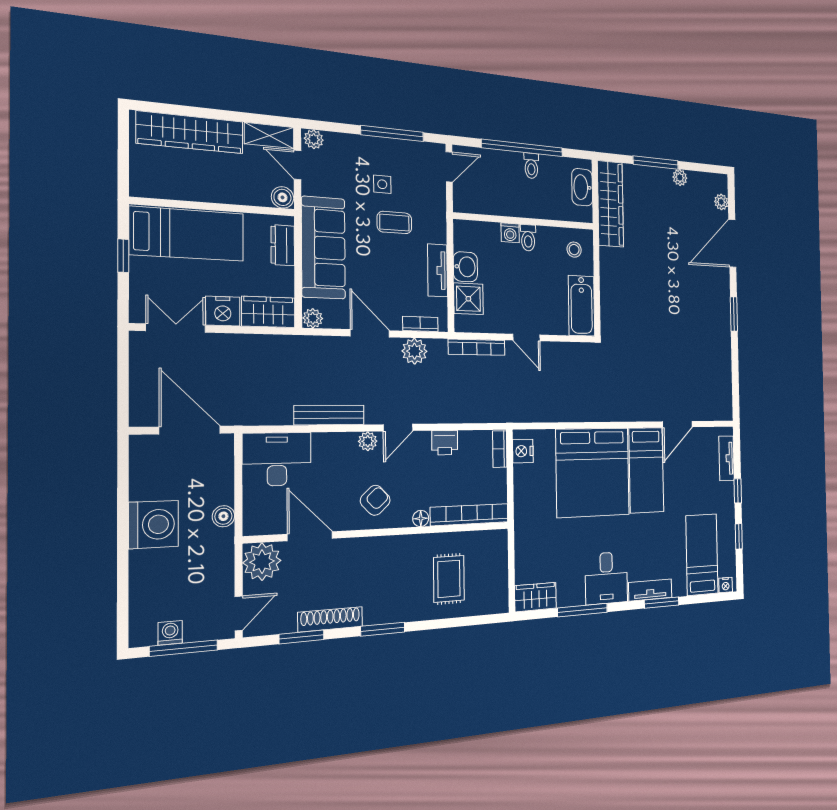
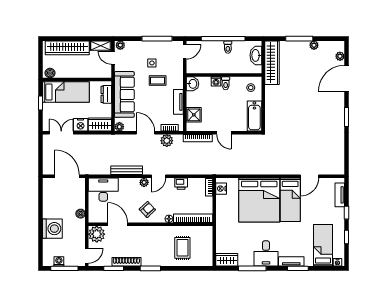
boiler: (282, 197) -> (50, 73), moved
washbasin: (465, 267) -> (193, 84), moved
washing machine: (154, 524) -> (52, 229), moved

